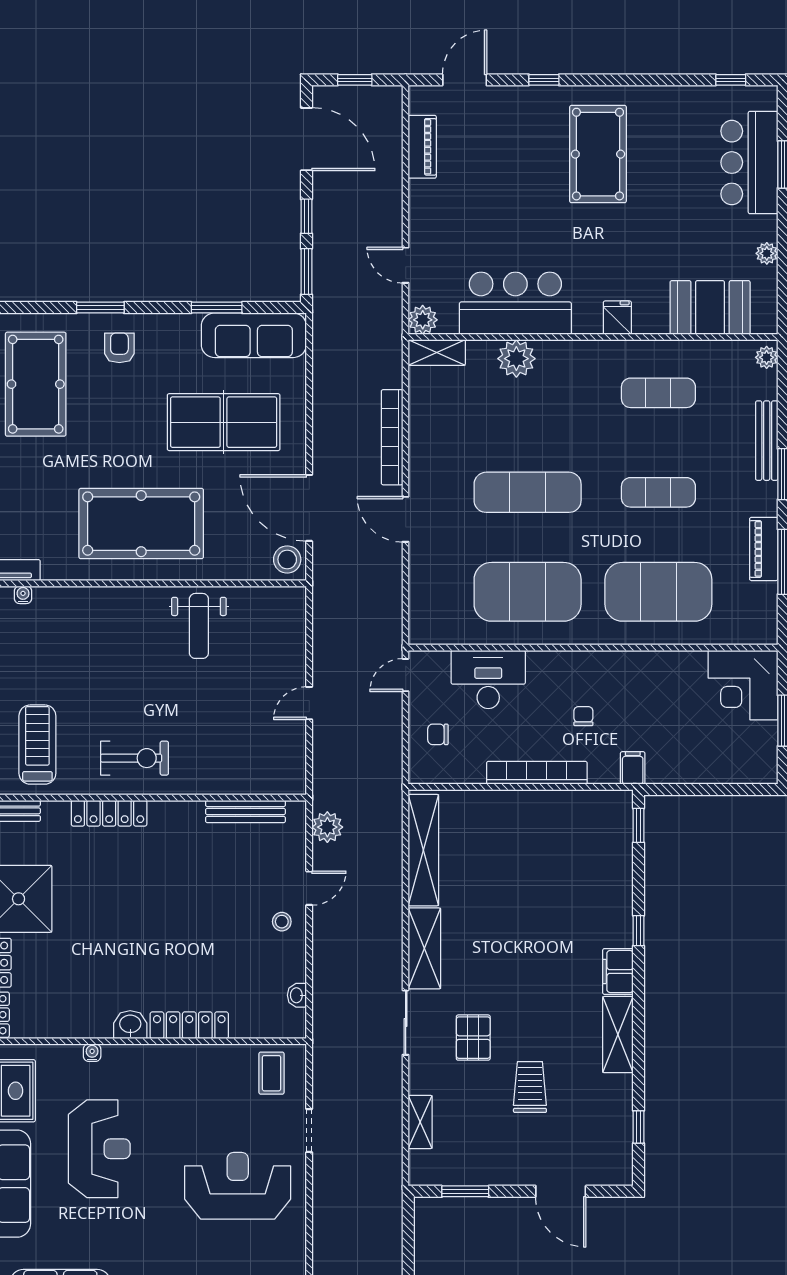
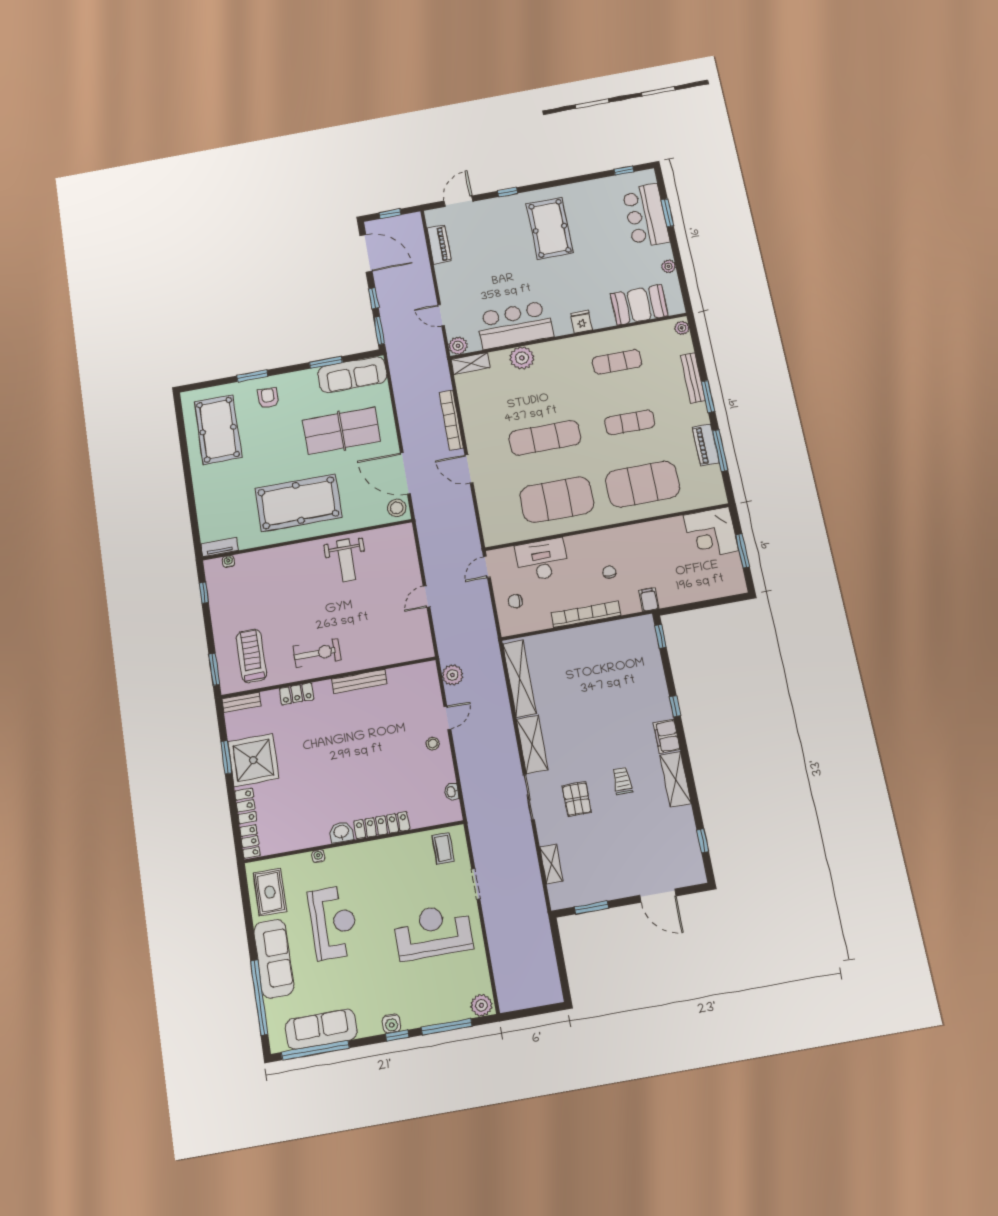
bench: (245, 811) -> (359, 681), moved
locker: (109, 813) -> (297, 694), width x0.66
trolley: (530, 1087) -> (622, 781), moved, width x0.73, depth x0.72

